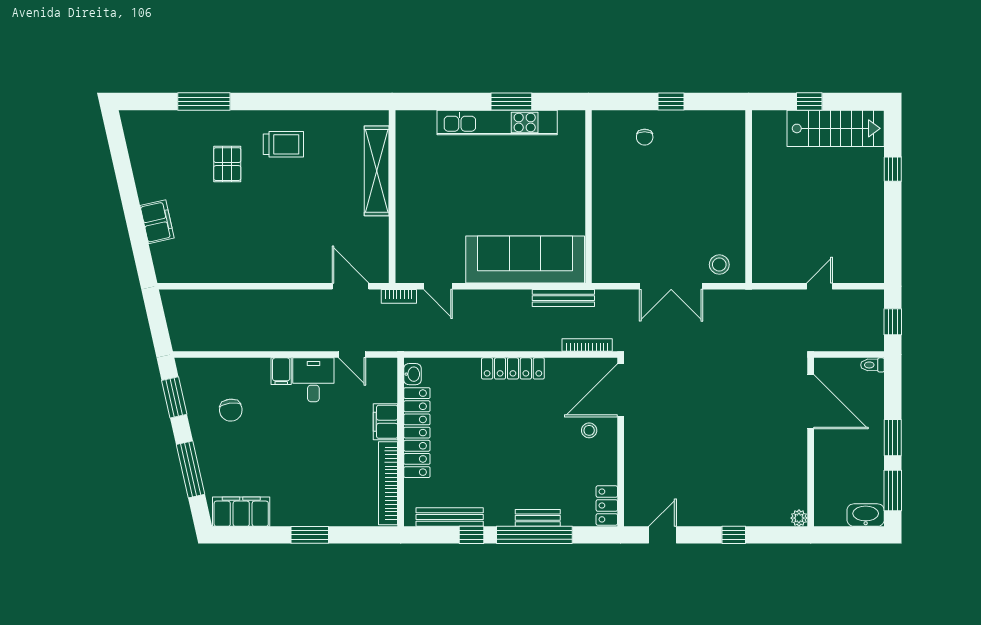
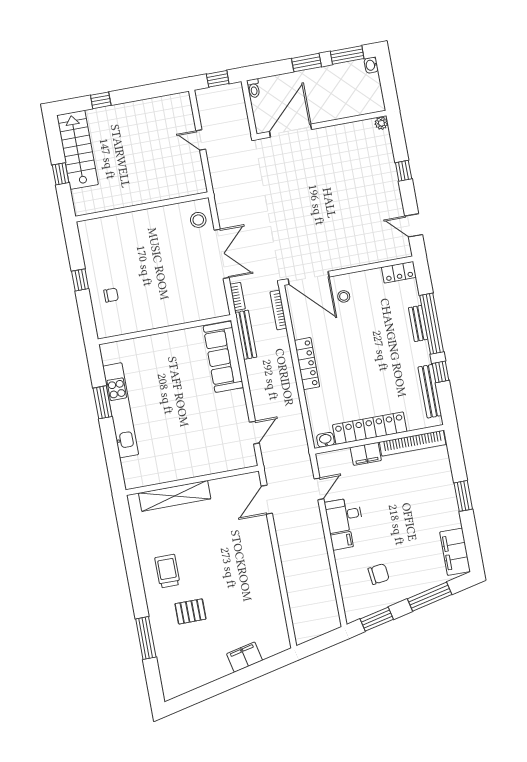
sofa: (525, 260) -> (223, 357), width x0.74, depth x0.79
bookcase: (399, 296) -> (238, 297), moved
washbasin: (866, 515) -> (371, 65), width x0.52, depth x0.69

